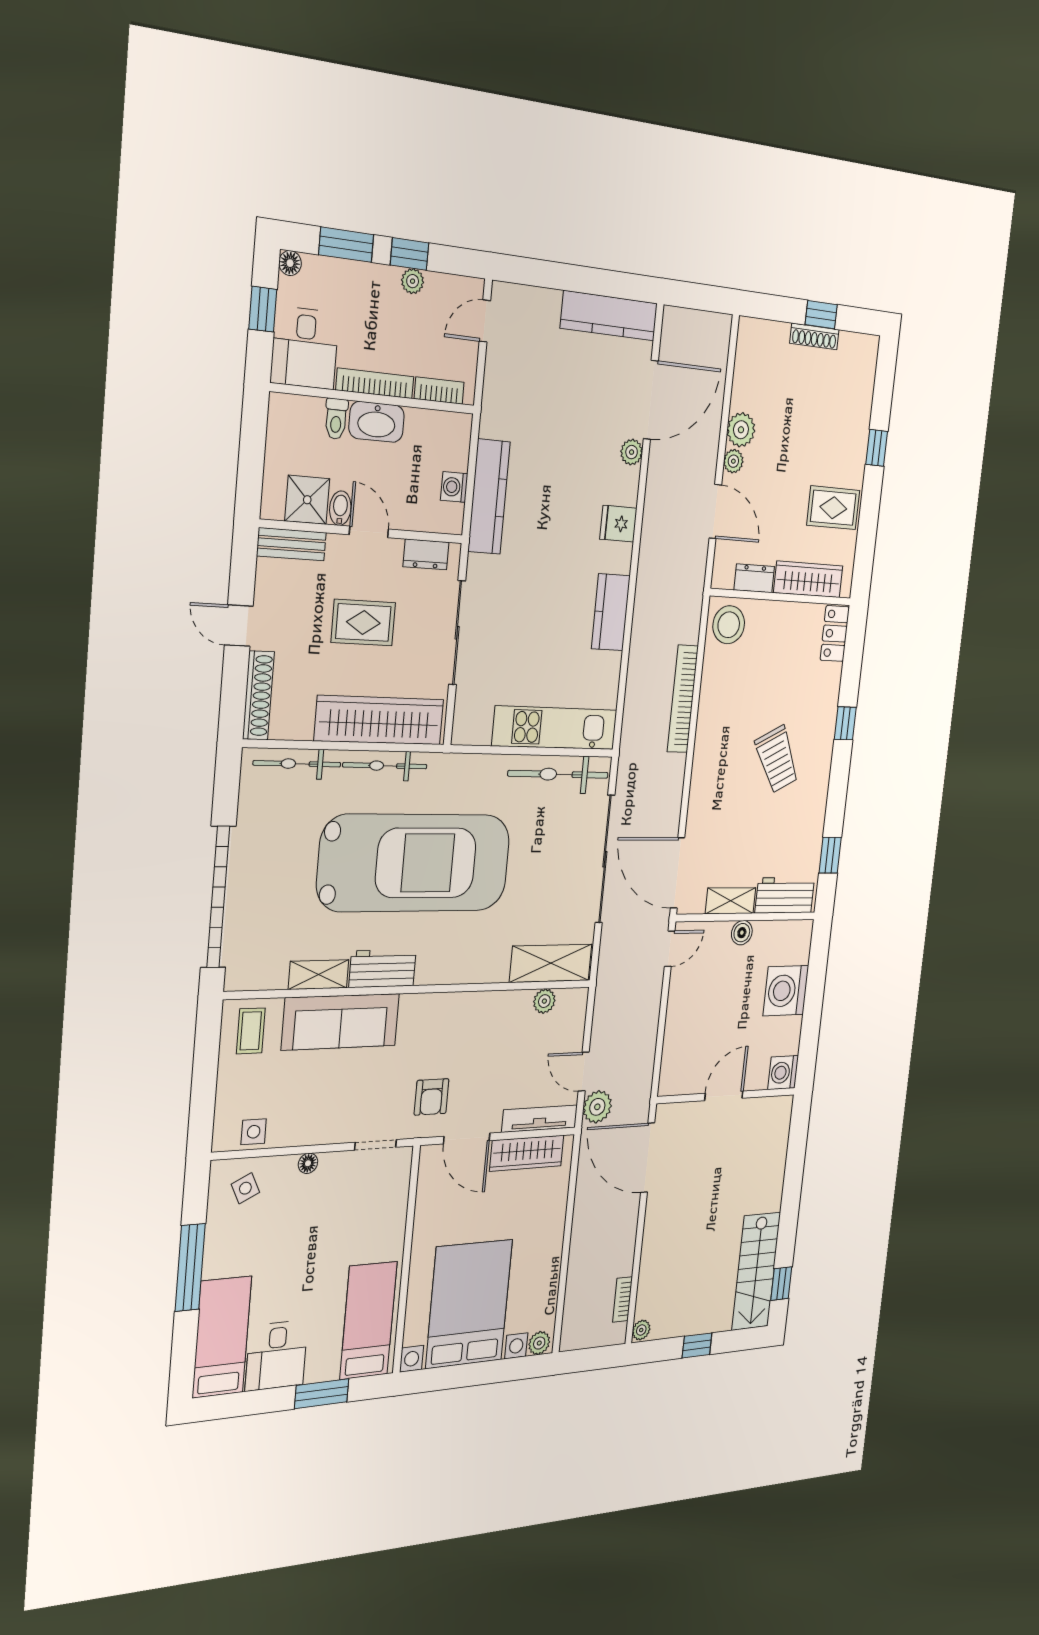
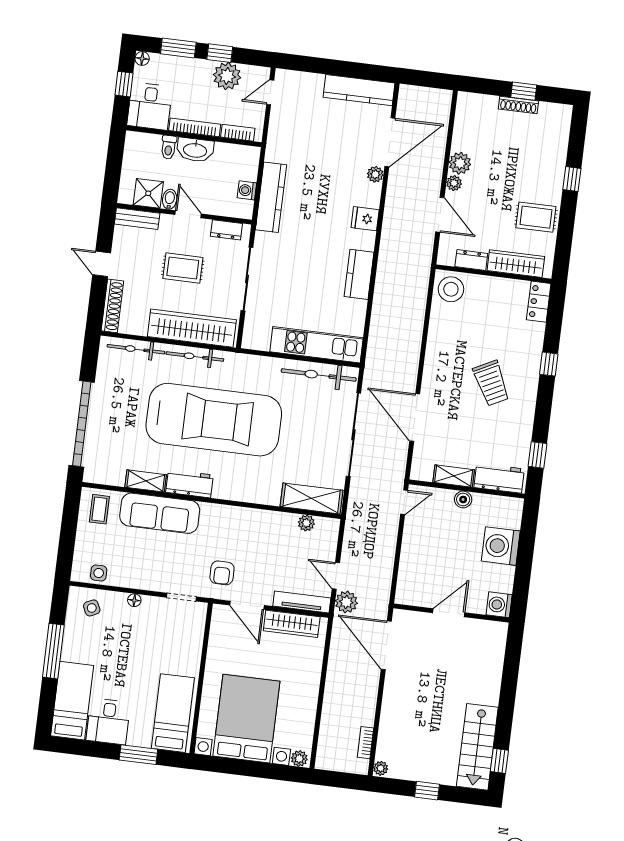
plant: (413, 281) -> (227, 76), width x1.87, depth x1.87
bookcase: (683, 699) -> (415, 335), removed
door: (678, 873) -> (415, 418), moved

